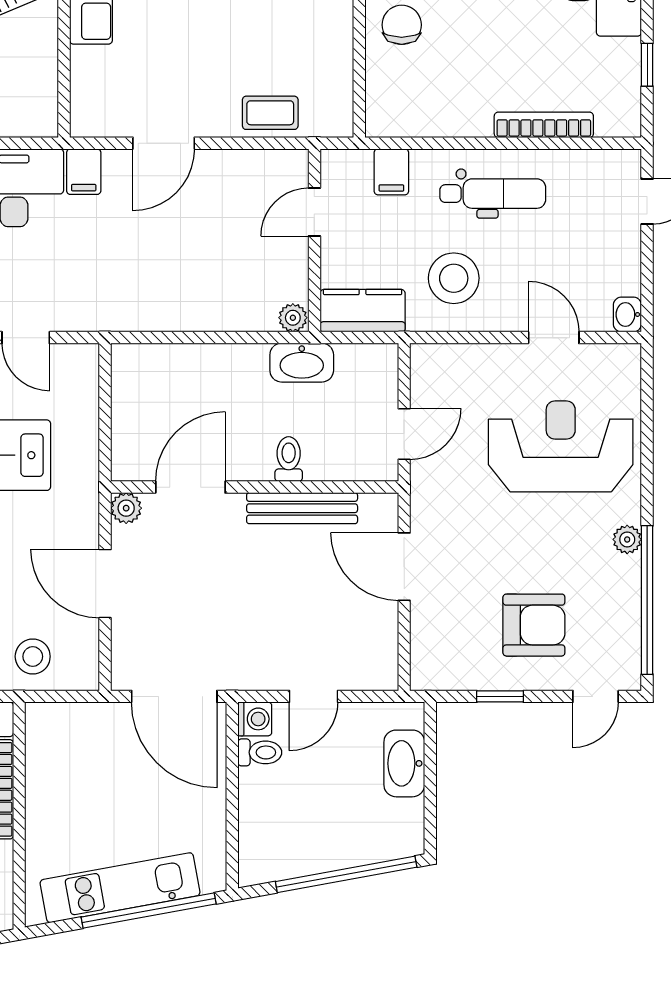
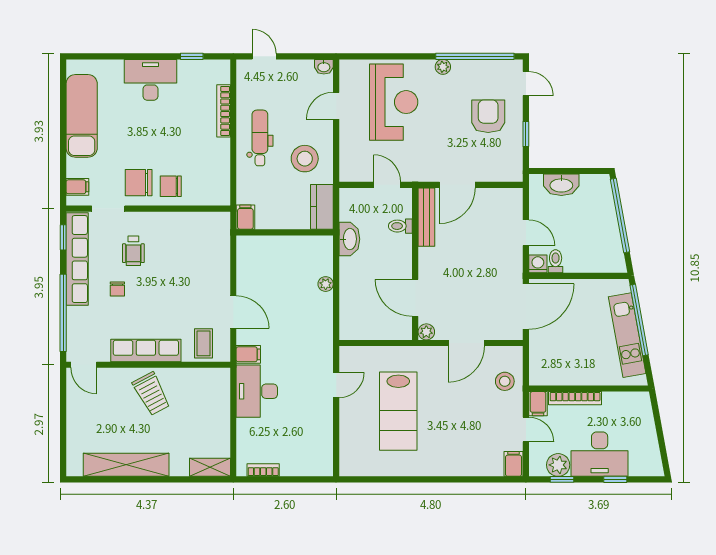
coffee table: (270, 113) -> (203, 343), moved
filing cabinet: (391, 172) -> (245, 217), moved, turned -90
door: (314, 212) -> (270, 232), removed
plant: (293, 318) -> (326, 284), moved
reception desk: (561, 446) -> (394, 102), turned 180
toilet: (289, 459) -> (400, 226), moved
bench: (302, 508) -> (426, 217), moved

